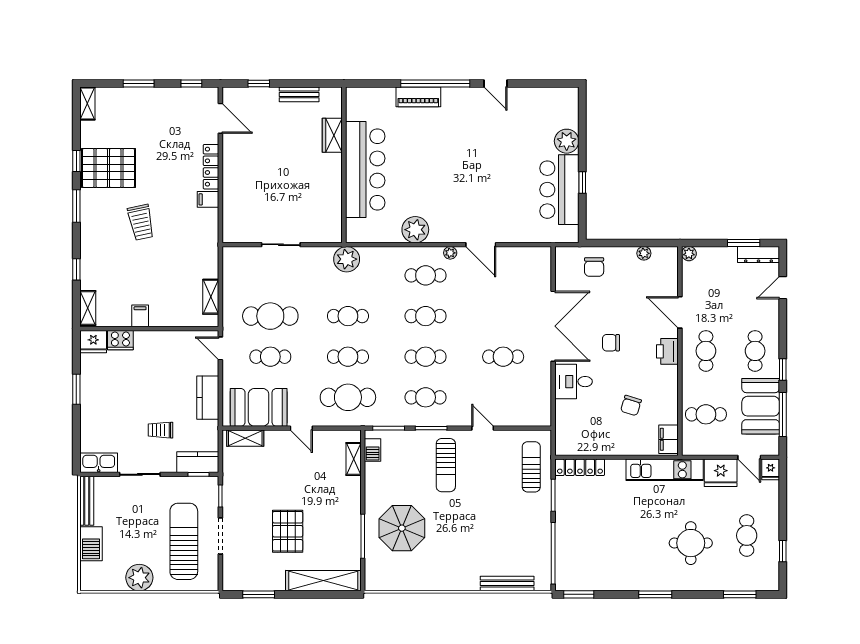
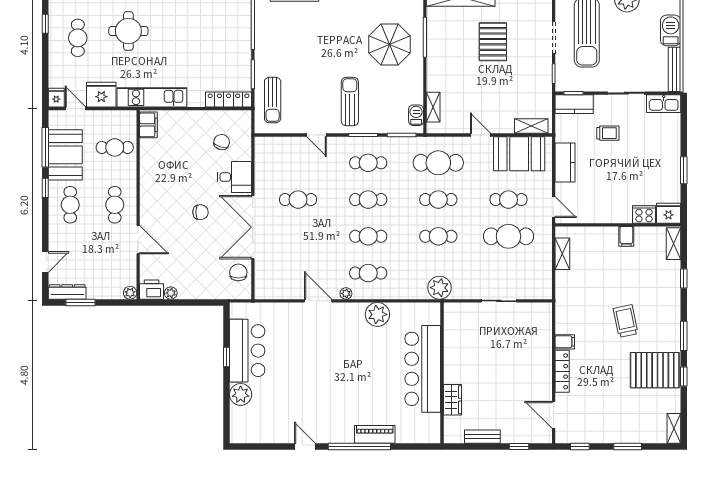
chair: (594, 267) -> (238, 272), moved
printer: (667, 351) -> (151, 290), moved, turned -90
chair: (631, 405) -> (222, 142), moved

